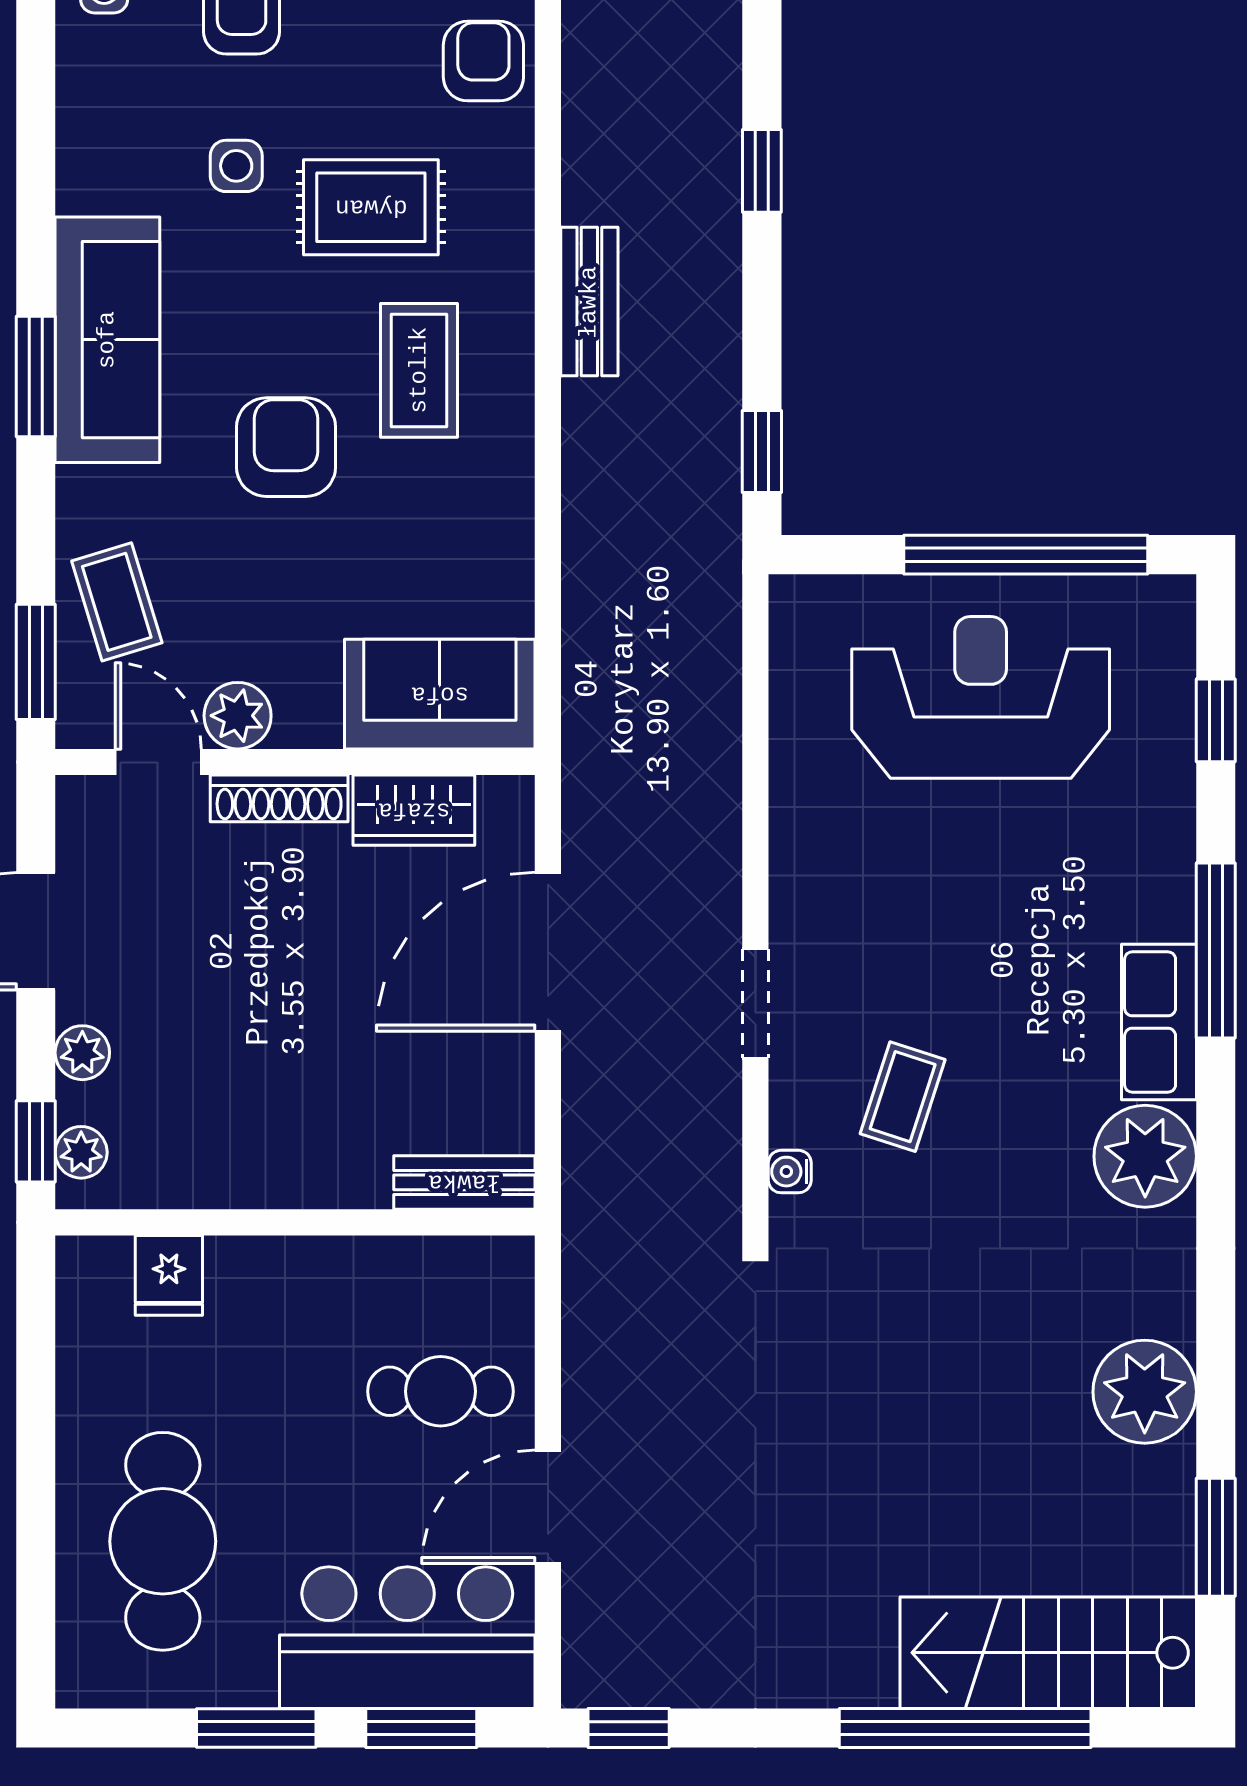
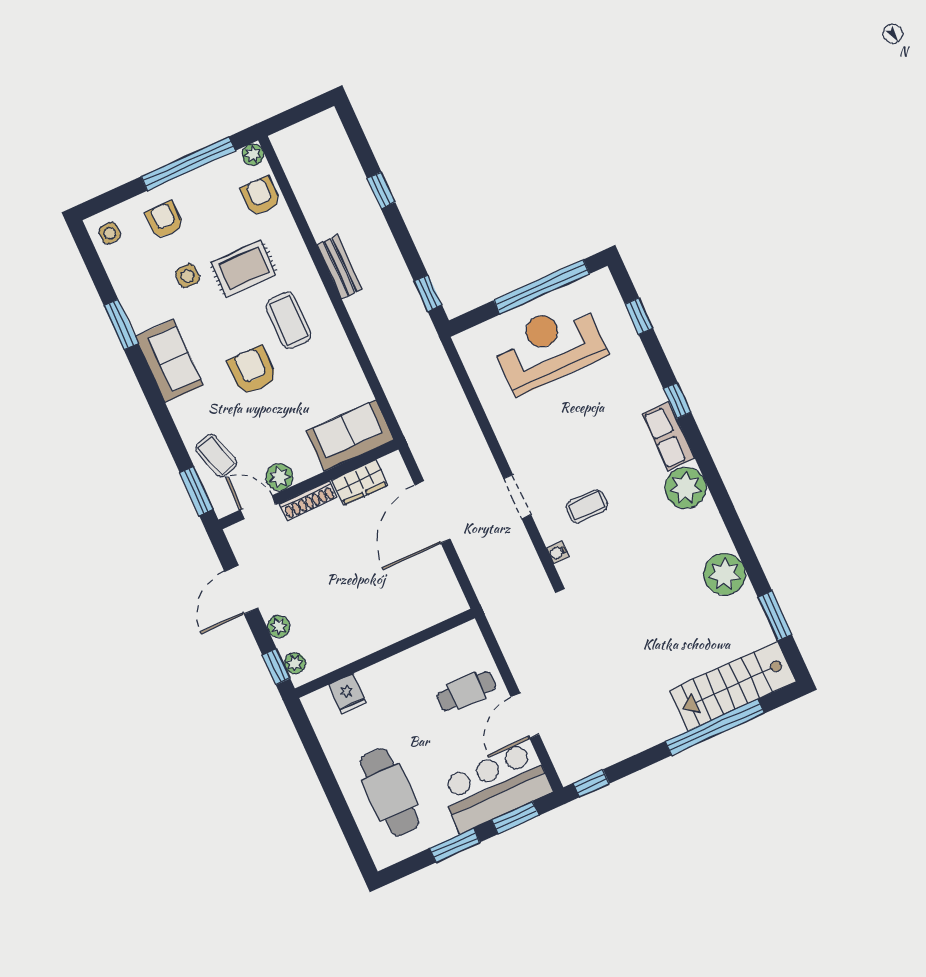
sofa: (107, 340) -> (169, 361), width x0.73
window: (36, 376) -> (121, 325), moved
window: (1216, 951) -> (677, 401), width x0.46
coffee table: (903, 1097) -> (587, 506), turned 72
bench: (464, 1182) -> (440, 611), removed

